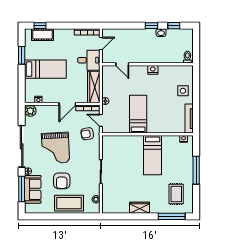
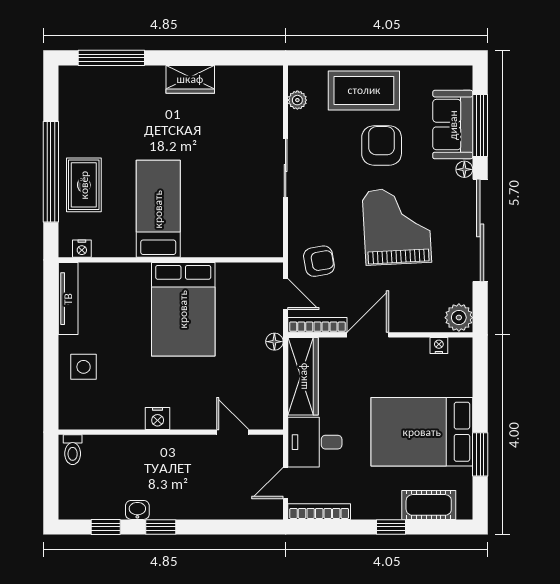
window: (40, 26) -> (391, 527), moved
bed: (45, 69) -> (422, 432), width x1.50
bed: (138, 114) -> (183, 309), width x1.50
window: (196, 170) -> (51, 172), width x1.46
rug: (176, 194) -> (84, 185), moved

